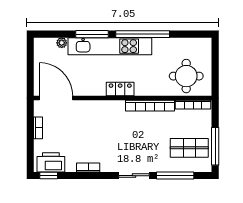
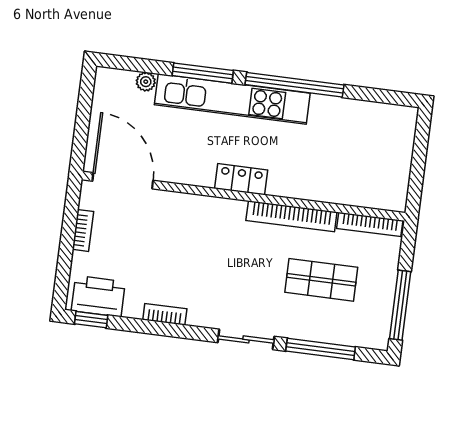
round table: (186, 76) -> (364, 171), removed
shop shelf: (189, 148) -> (321, 280), moved

